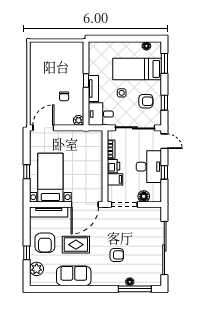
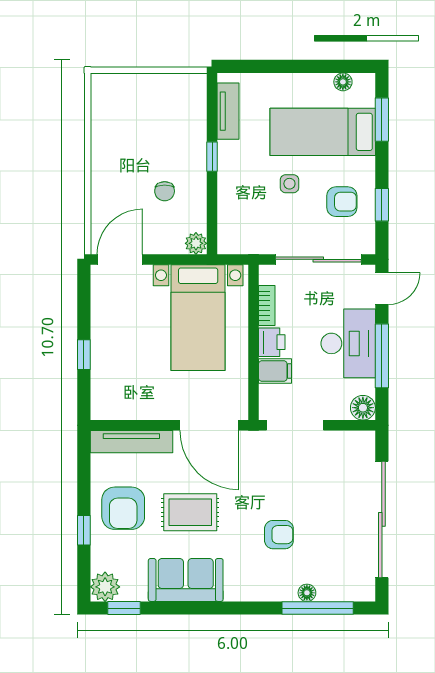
tv unit: (93, 89) -> (228, 111), moved
desk: (101, 114) -> (244, 229), removed
door: (164, 141) -> (382, 289), hinge flipped
window: (164, 172) -> (382, 356), width x2.17
bed with nightstands: (50, 178) -> (198, 318), moved, turned 180
floor lamp: (144, 196) -> (363, 408), moved
door: (85, 204) -> (209, 425), hinge flipped
plant: (37, 269) -> (105, 587), moved
window: (45, 289) -> (124, 608), added

